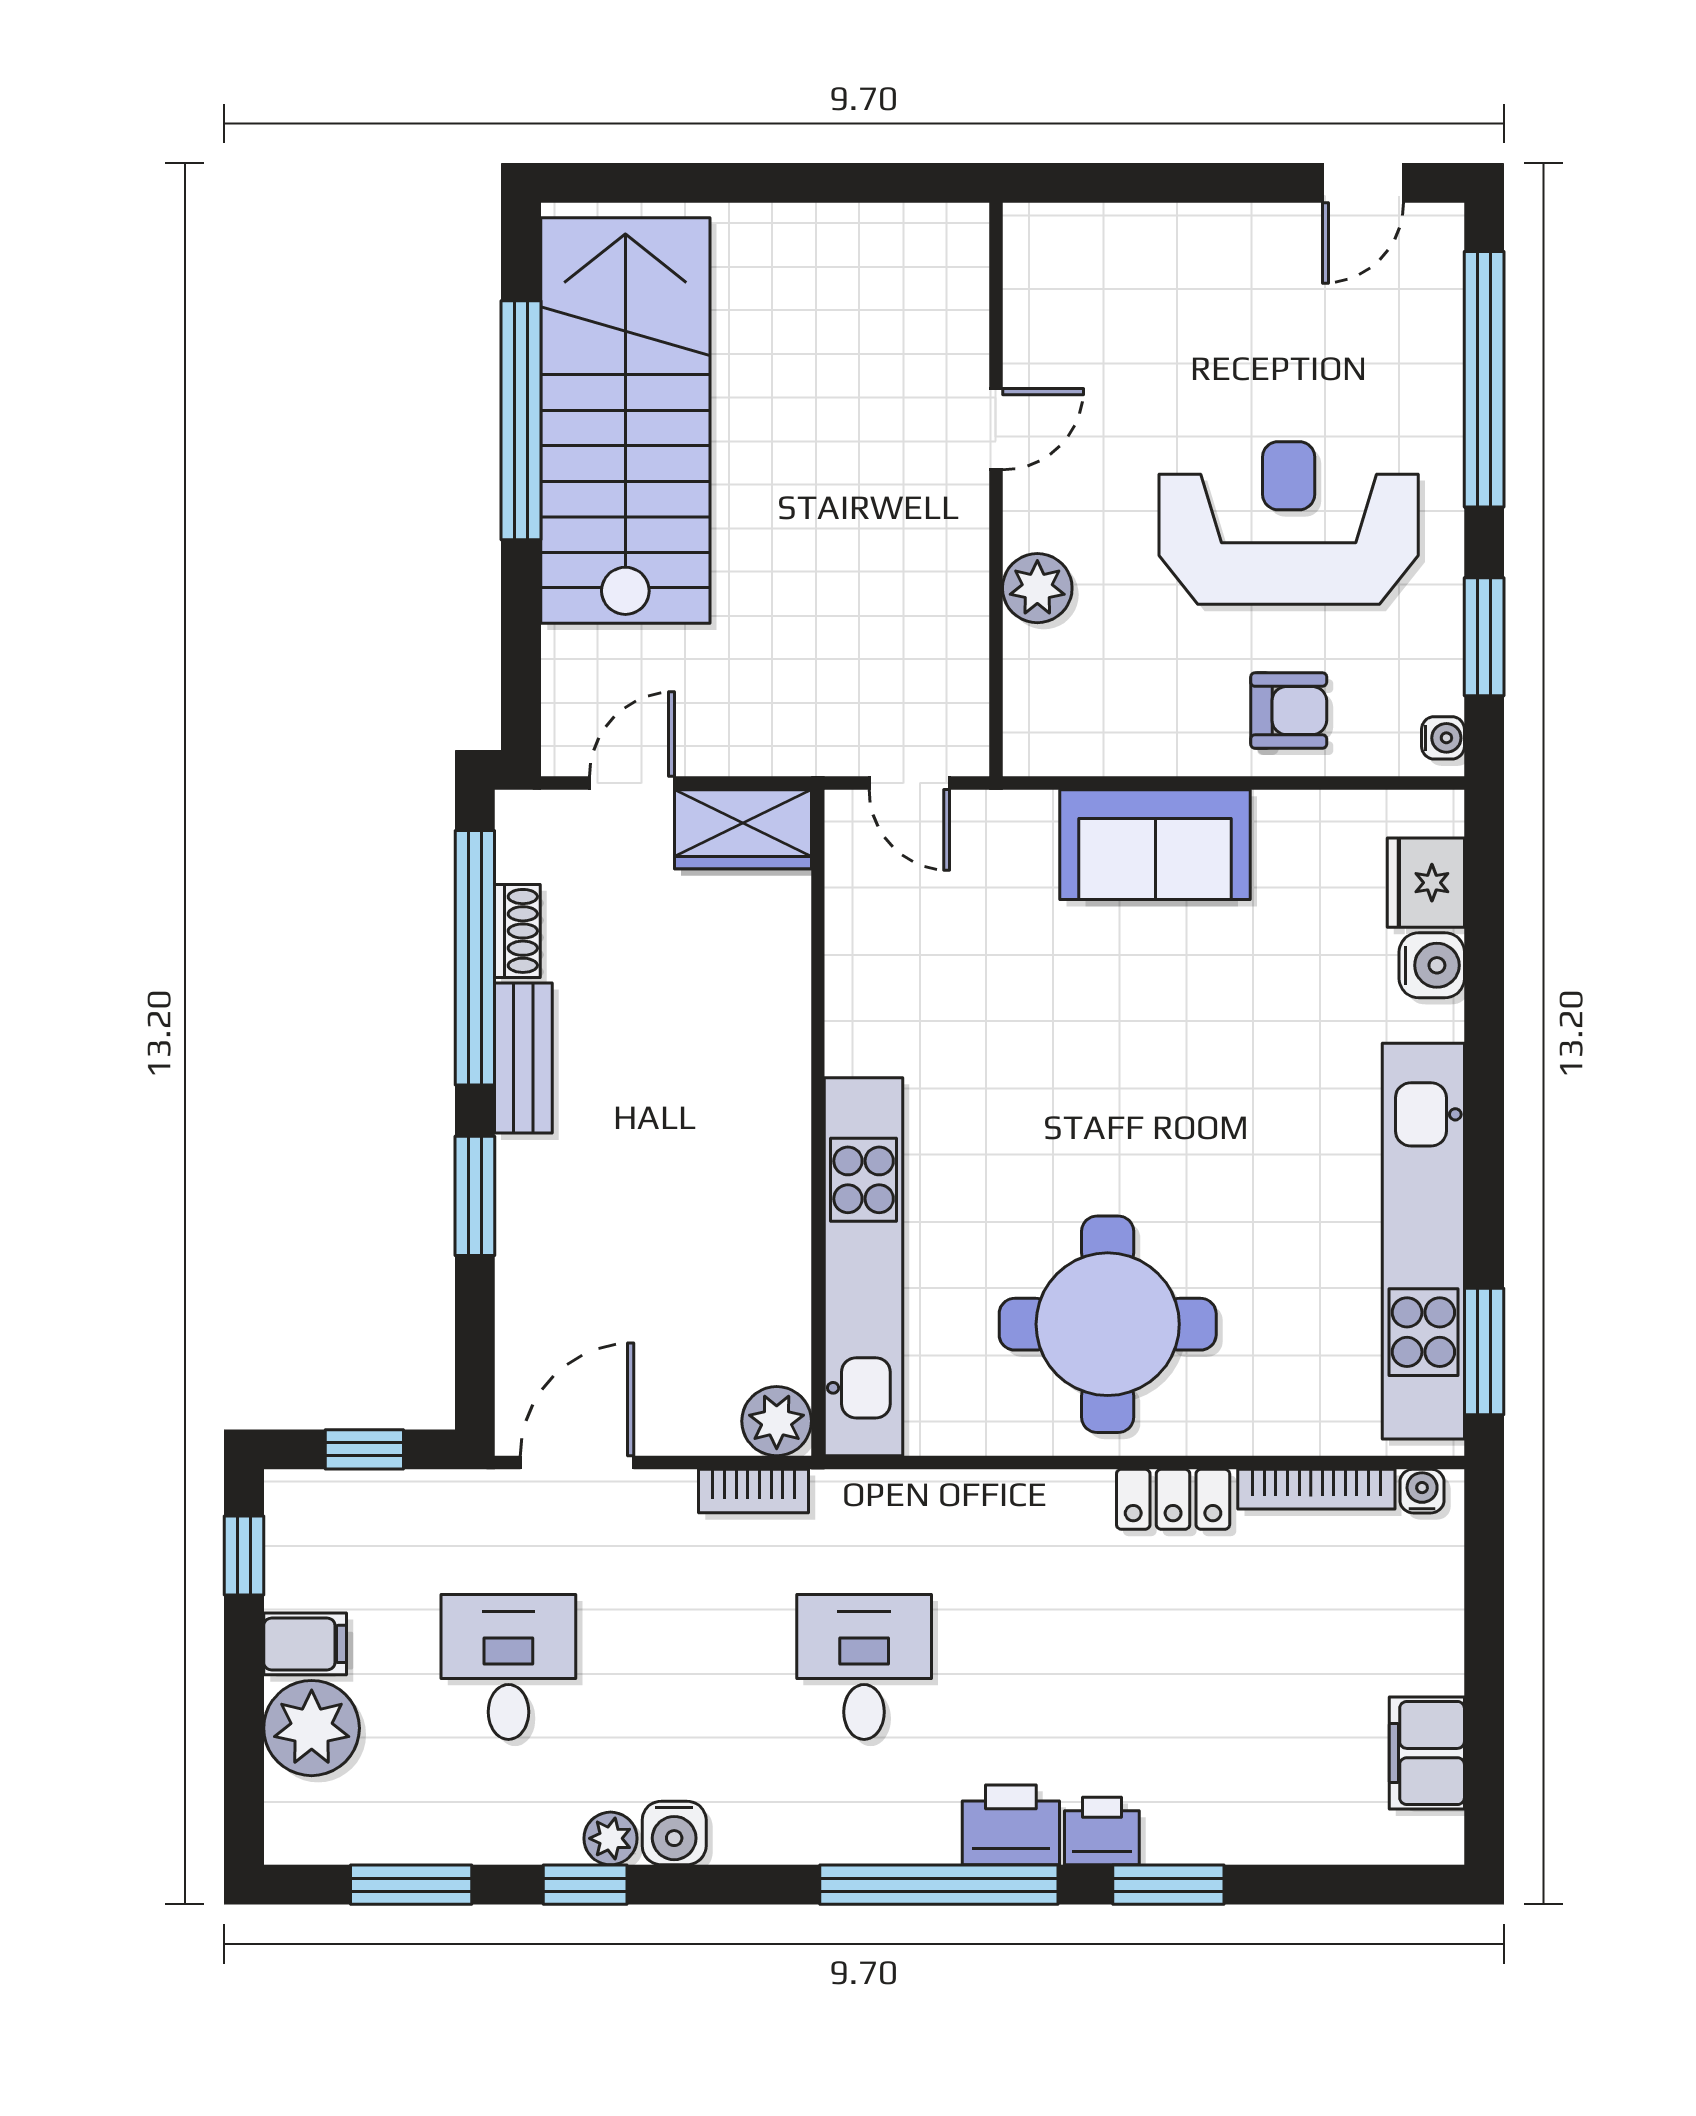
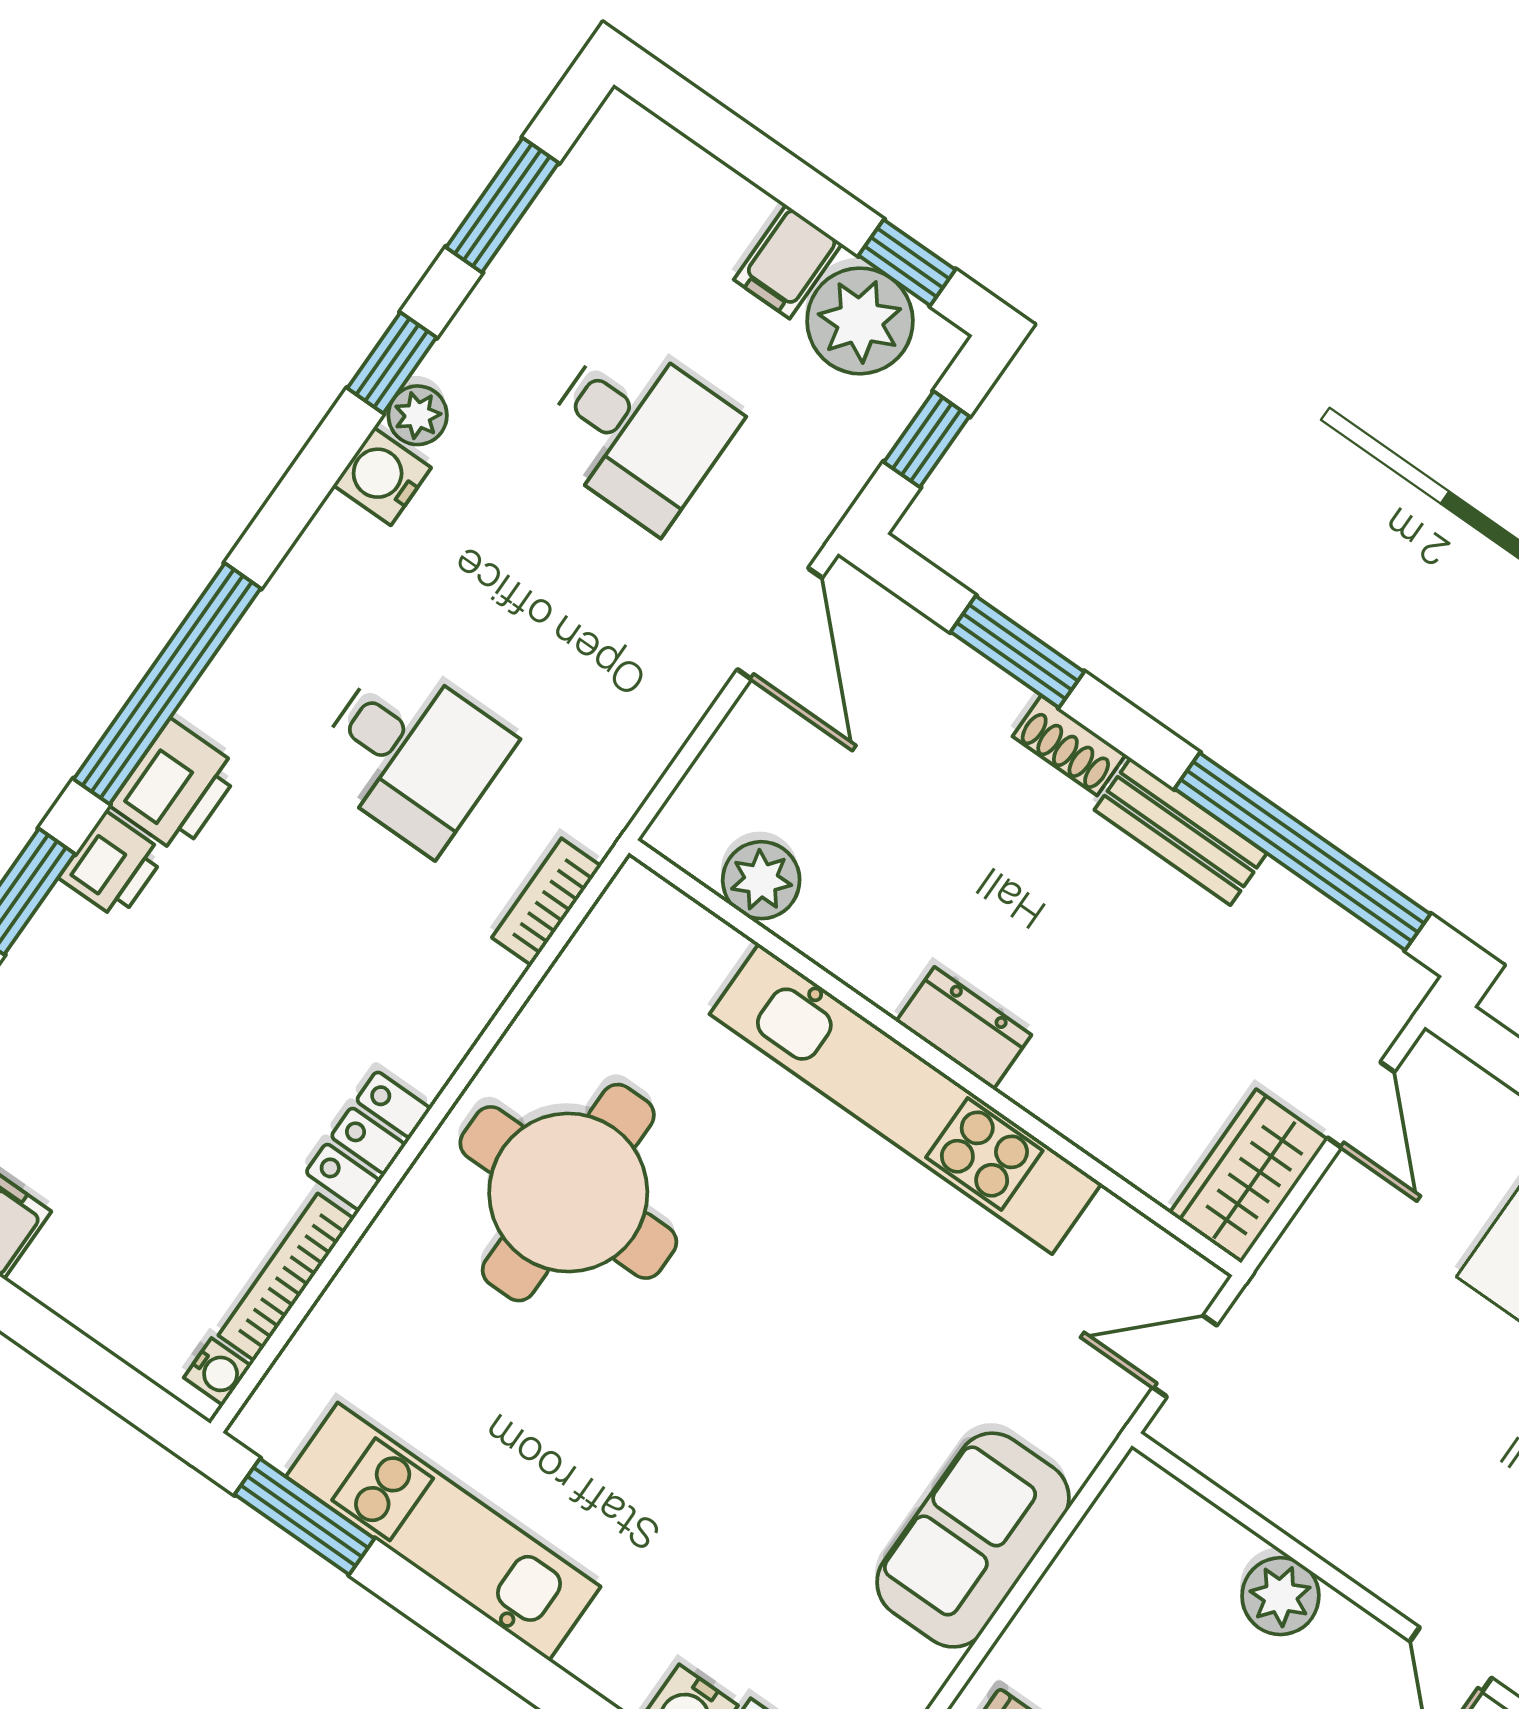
shoe rack: (517, 931) -> (1069, 745), moved
dresser: (781, 1117) -> (964, 1028), added
window: (475, 1196) -> (1017, 652), moved
kitchen unit: (1423, 1241) -> (443, 1532), width x0.73
kitchen unit: (864, 1267) -> (906, 1099), moved
plant: (777, 1421) -> (761, 880), moved
bookcase: (754, 1491) -> (546, 902), moved
plant: (312, 1728) -> (860, 321), moved

